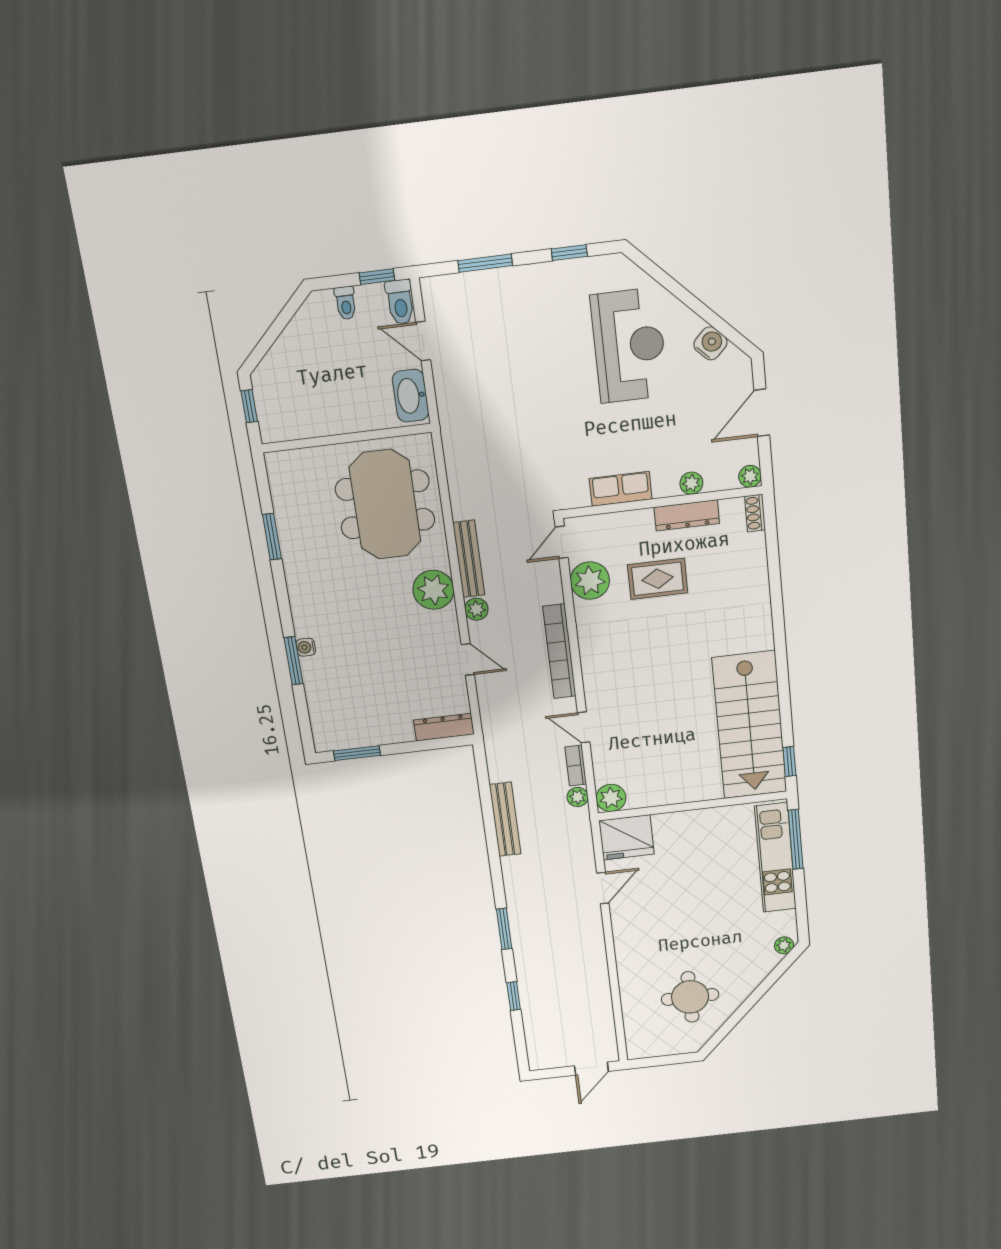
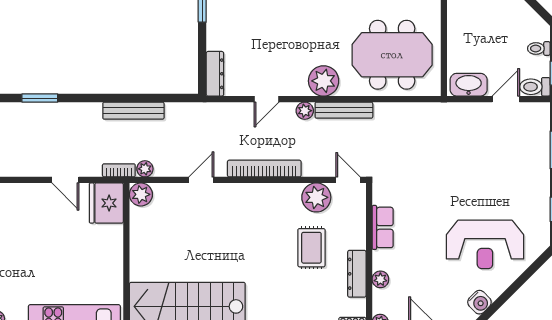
bookcase: (576, 766) -> (119, 170), moved

